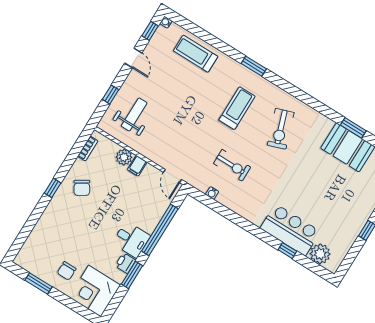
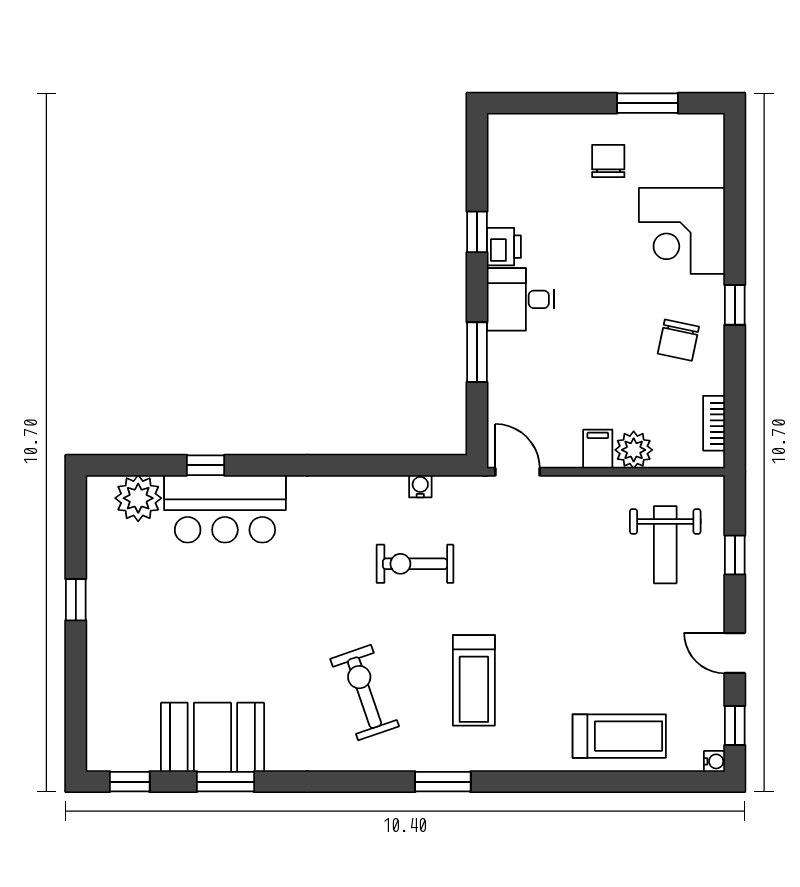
window: (254, 66) -> (443, 782), moved
chair: (82, 188) -> (678, 340), turned -136
window: (160, 230) -> (477, 352), width x0.47
window: (132, 275) -> (477, 232), width x0.67
corner desk: (95, 291) -> (682, 231), moved, turned 180

